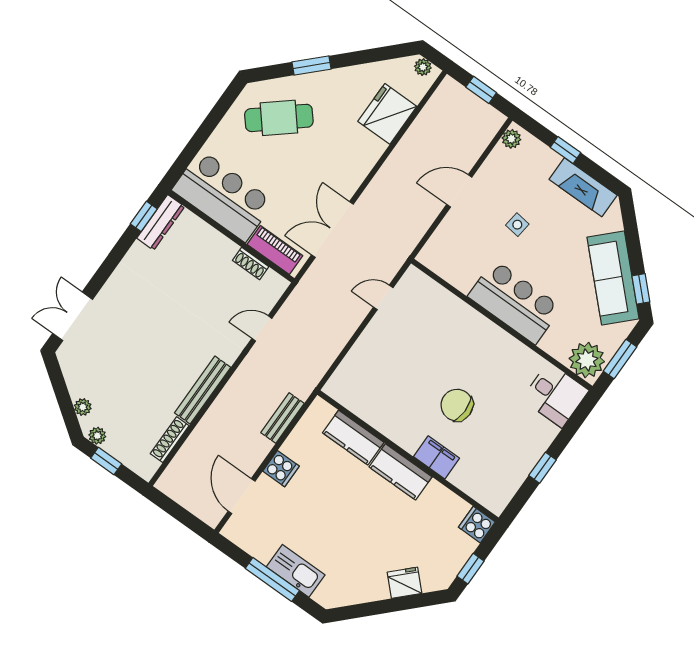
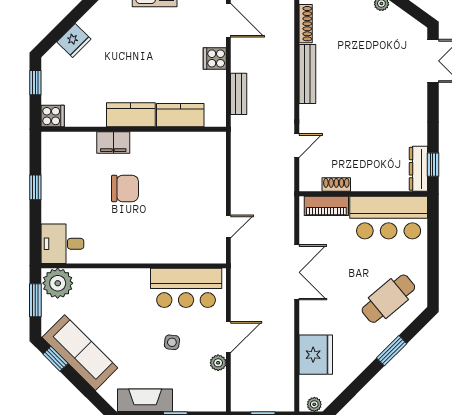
plant: (511, 139) -> (218, 363), moved
double door: (332, 230) -> (297, 272), moved
bar counter: (515, 302) -> (186, 288), moved

